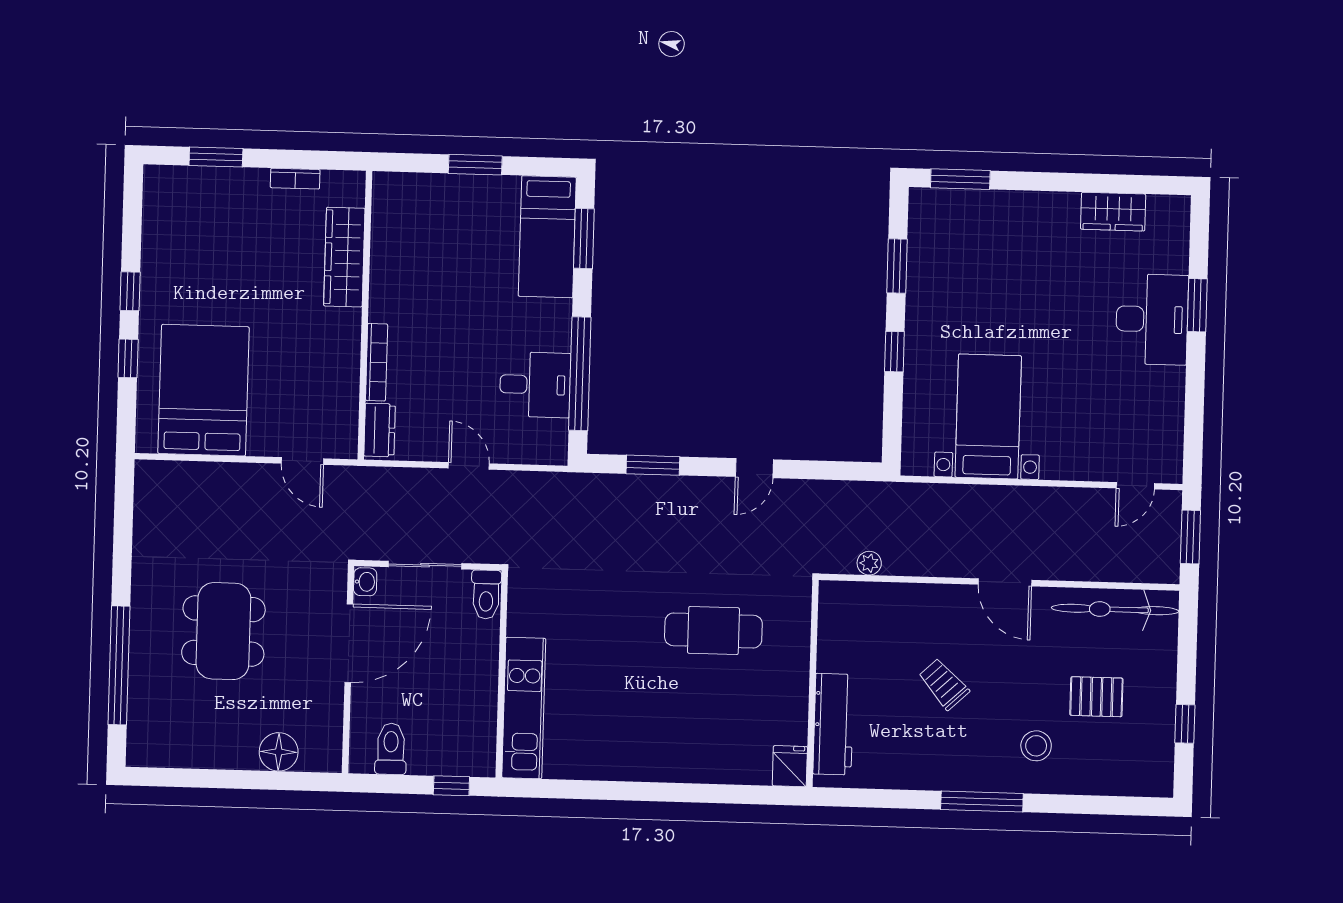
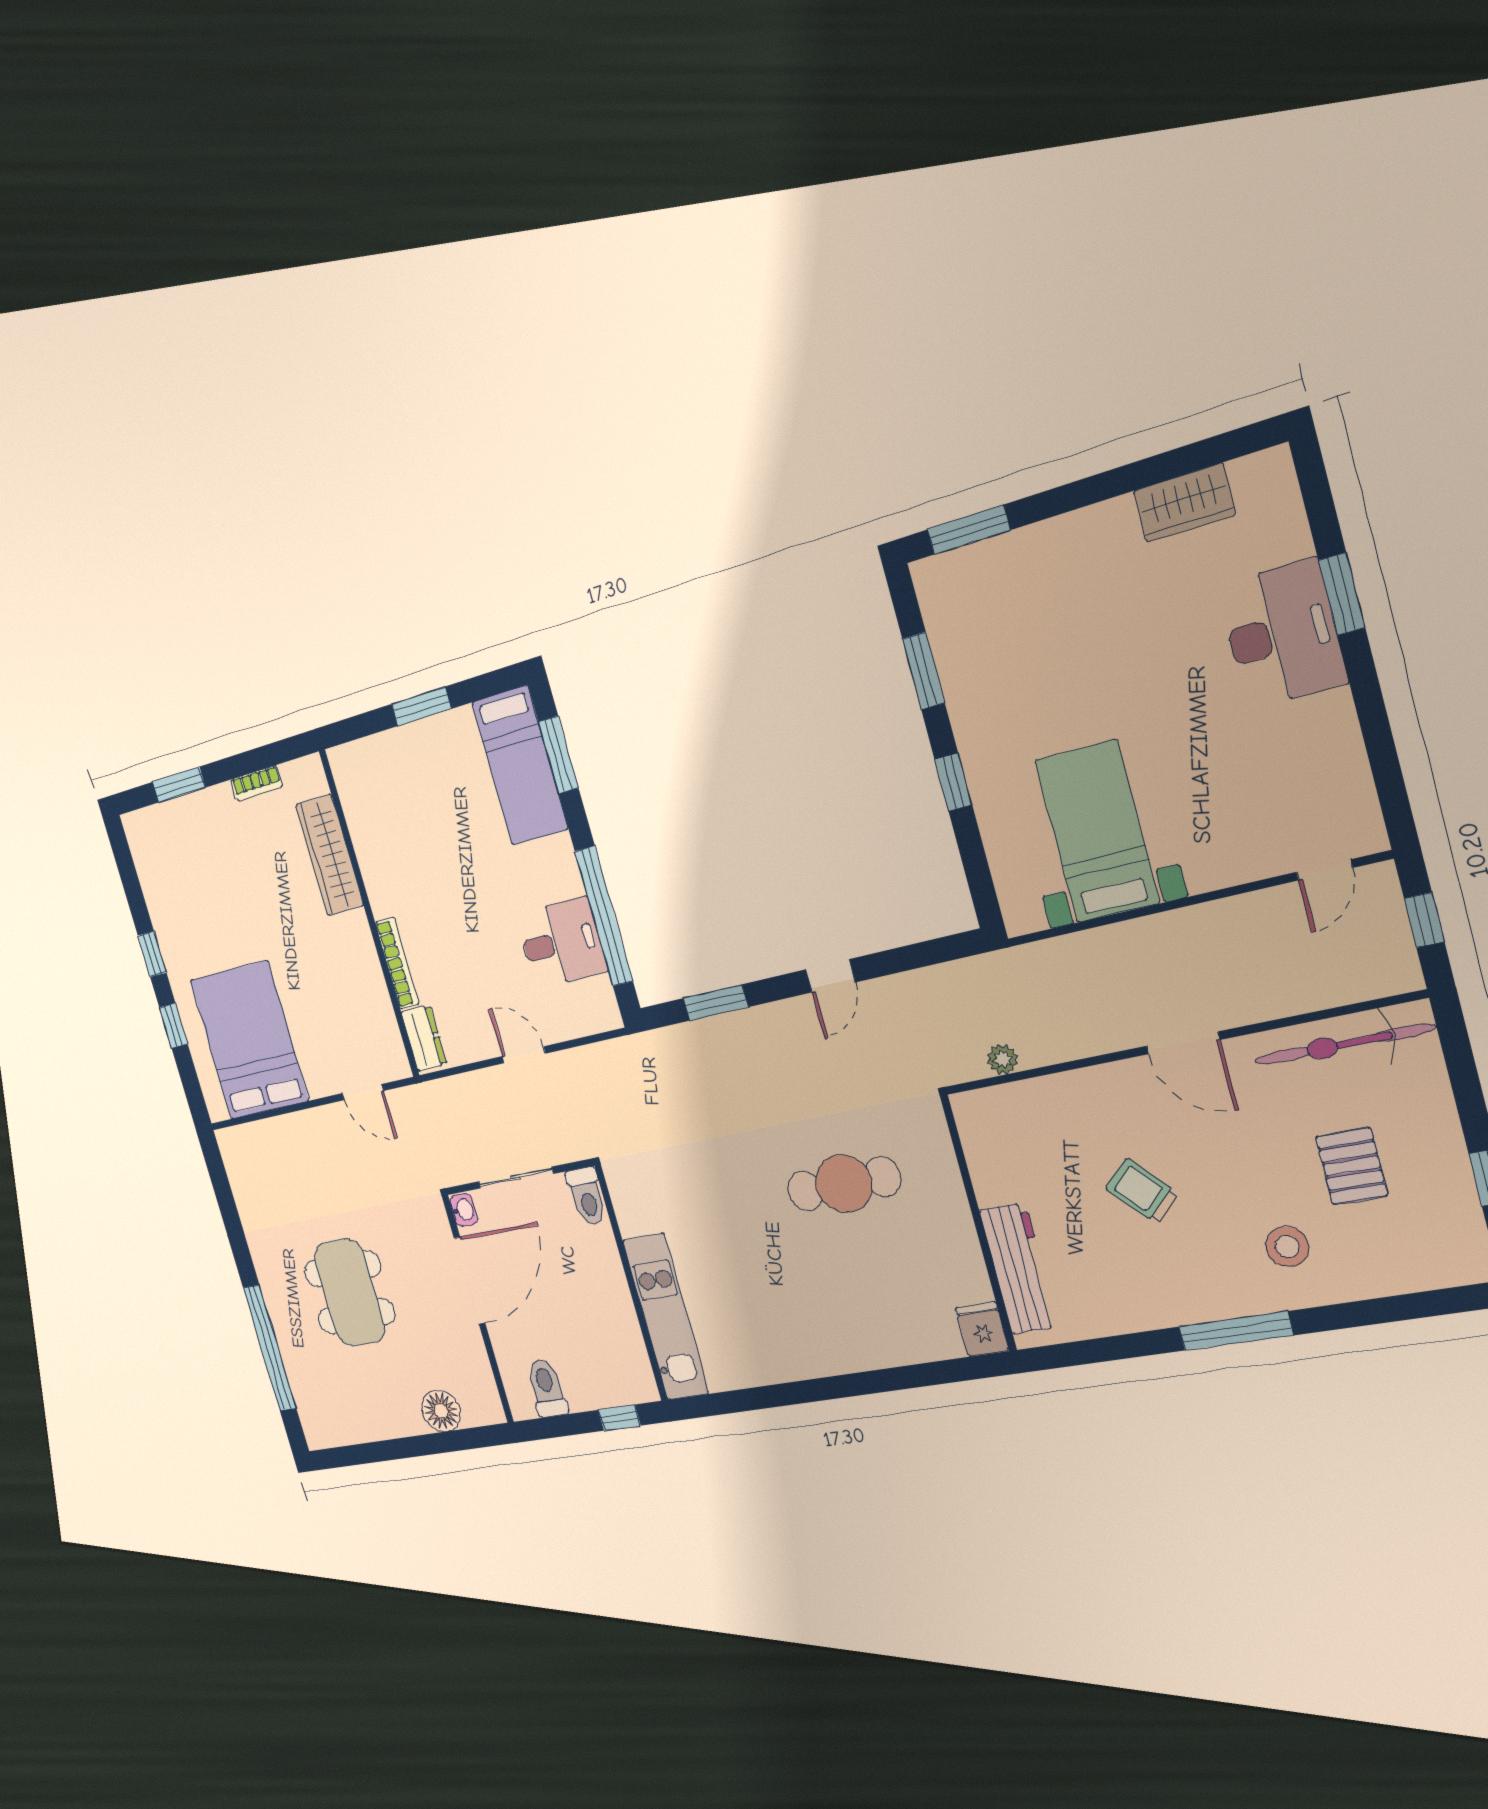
window: (1190, 537) -> (1424, 920), width x0.67
pallet: (1096, 697) -> (1352, 1166), turned 90

